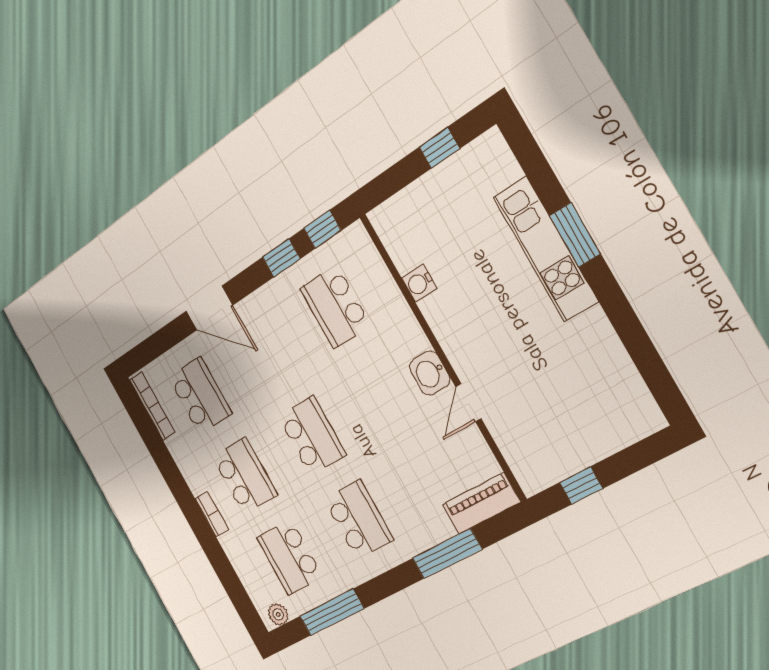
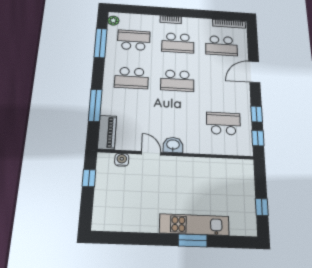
water cooler: (419, 283) -> (122, 160), moved

